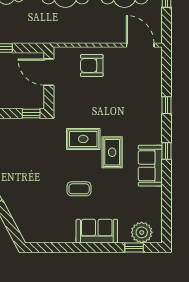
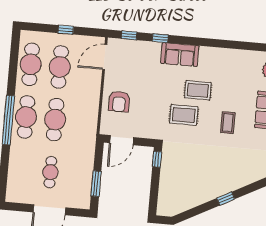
rug: (83, 139) -> (184, 115), turned 90
window: (167, 151) -> (129, 35), moved
sofa: (150, 166) -> (180, 55), moved

